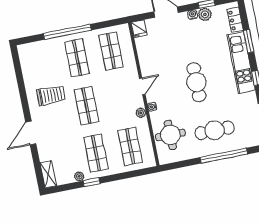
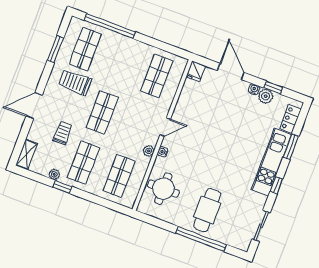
window: (67, 32) -> (110, 26), moved
shop shelf: (77, 58) -> (85, 49), moved
window: (20, 79) -> (55, 49), added
cafe table: (196, 82) -> (218, 154), removed
trolley: (51, 95) -> (75, 82), turned 180
cafe table: (215, 130) -> (207, 210), turned 90
trolley: (66, 140) -> (63, 133), added

